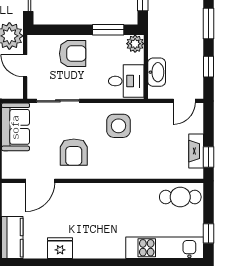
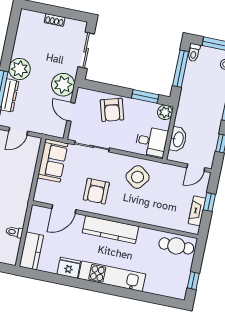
armchair: (73, 54) -> (112, 110), turned 74
side table: (118, 126) -> (138, 177), turned 37
window: (208, 157) -> (209, 202), moved
kitchen counter: (100, 194) -> (111, 230), added
kitchen unit: (165, 248) -> (112, 276), moved

